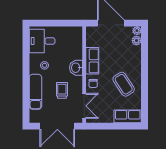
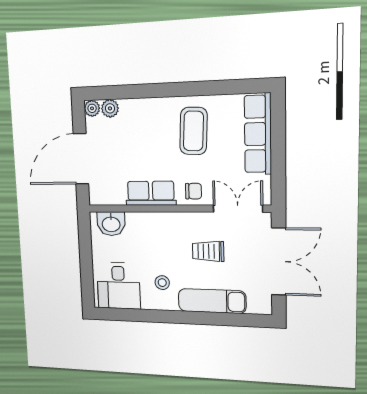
washbasin: (76, 68) -> (111, 224), moved
coffee table: (124, 84) -> (194, 131), turned -54
row of seats: (128, 116) -> (258, 134), width x1.48

